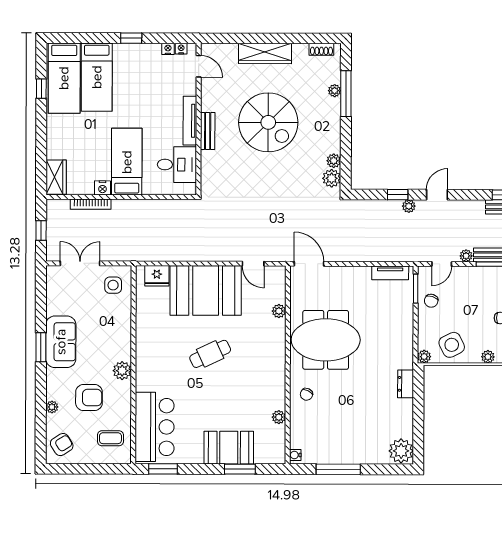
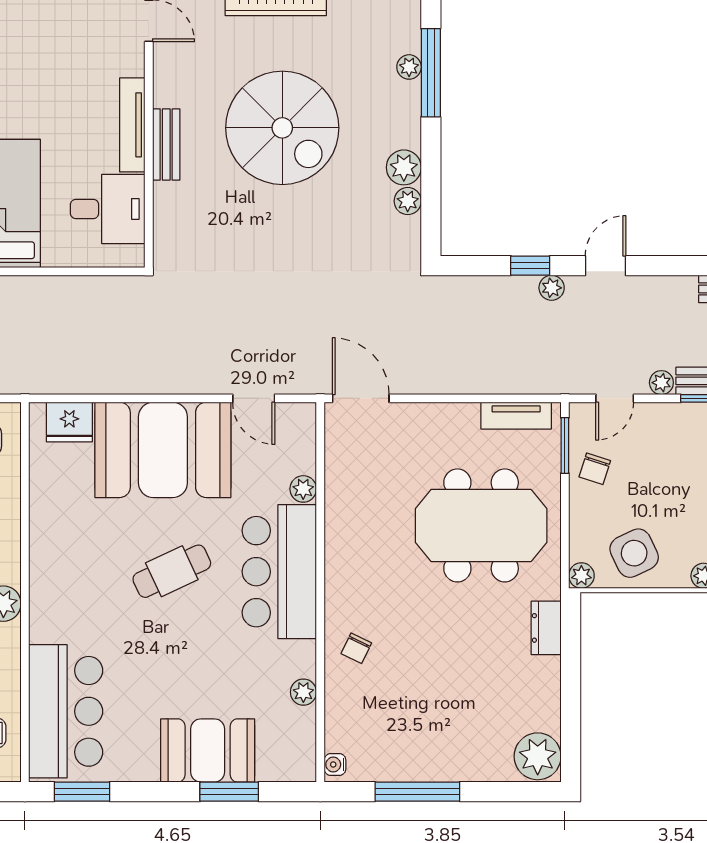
plant: (332, 178) -> (404, 167), moved
meeting table: (326, 340) -> (481, 525), moved
bar counter: (266, 354) -> (279, 572), added

